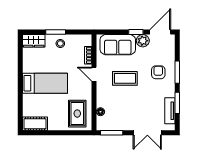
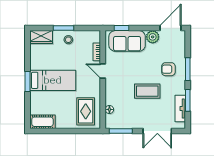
window: (136, 32) -> (121, 28), moved
armchair: (158, 72) -> (168, 69), turned -90
coffee table: (125, 78) -> (147, 91), moved
window: (20, 84) -> (27, 82), added

